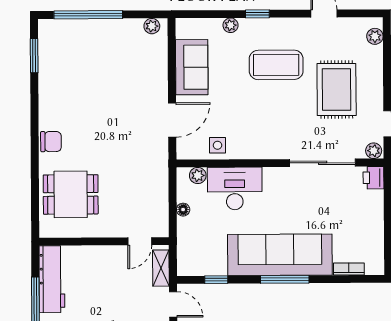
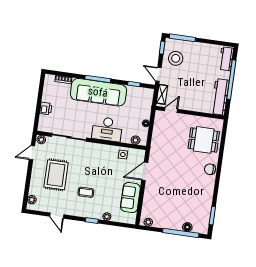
floor lamp: (78, 27) -> (187, 227), added
coffee table: (276, 65) -> (86, 192), width x0.54, depth x0.58
printer: (374, 178) -> (46, 109), moved
desk: (235, 188) -> (107, 129), moved

